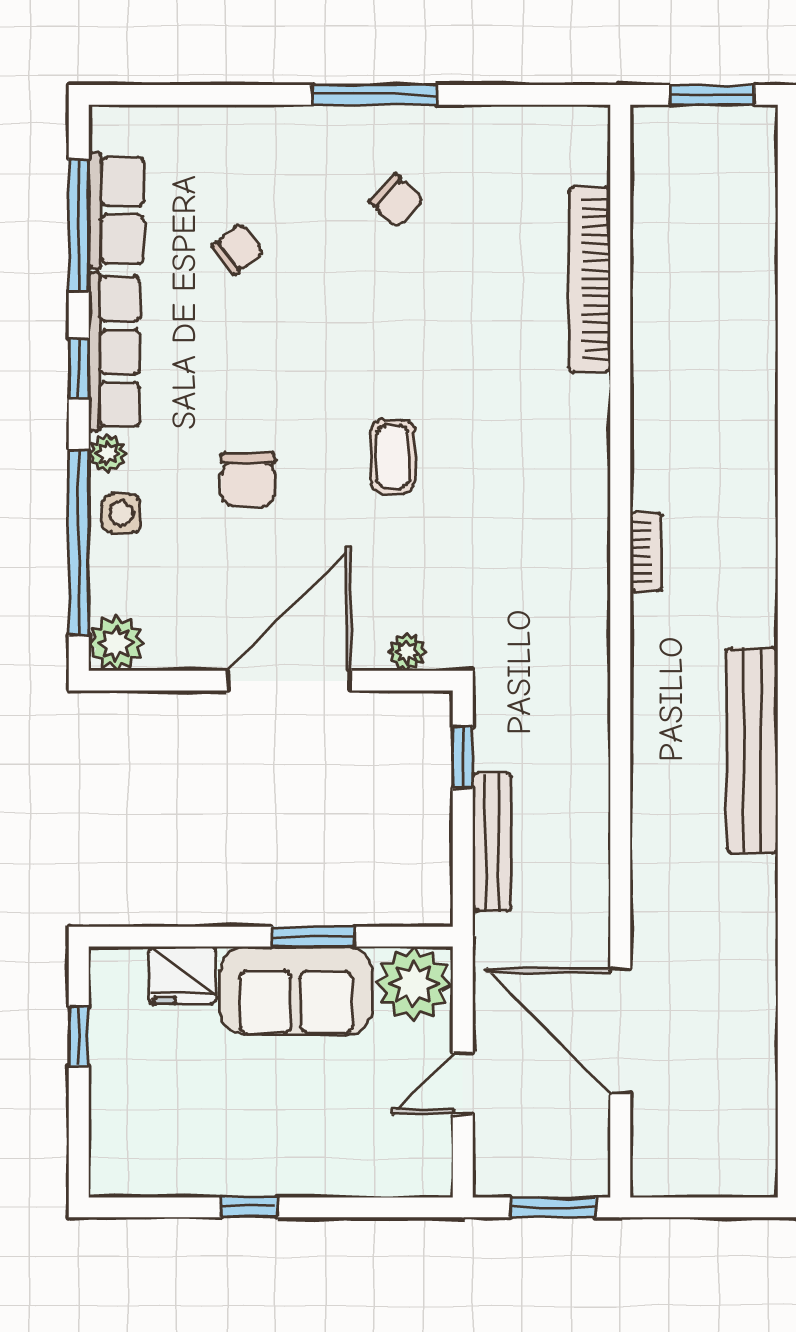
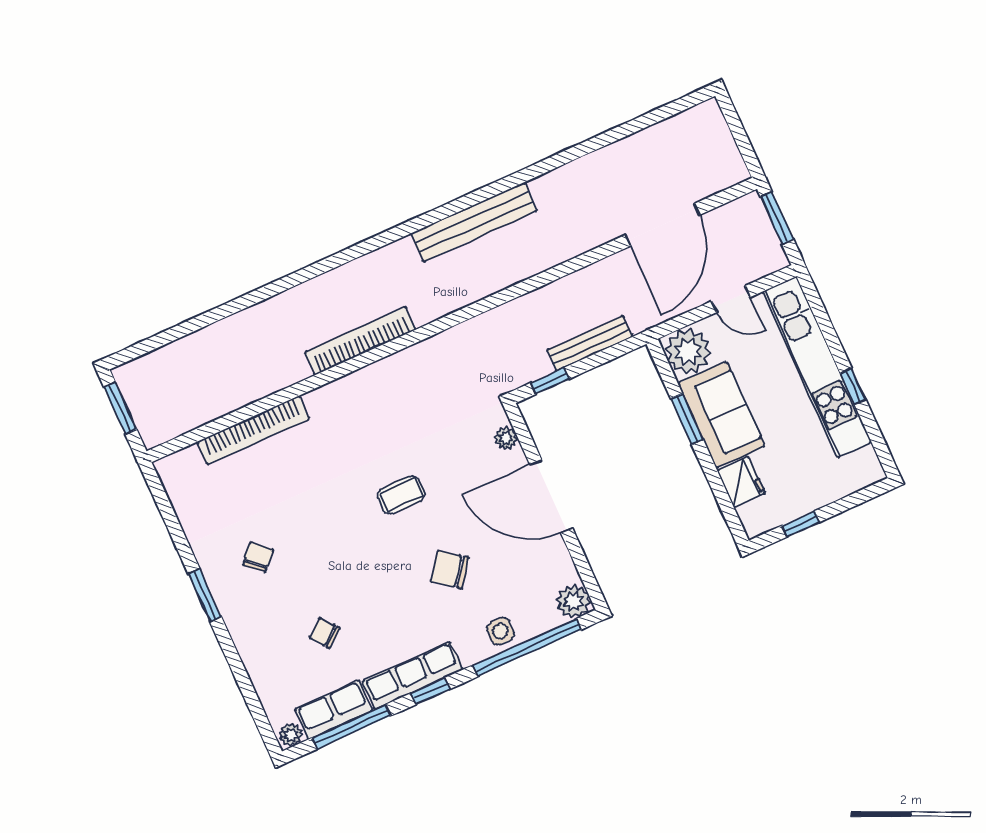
window: (375, 95) -> (205, 595), width x0.69
plant: (108, 454) -> (291, 735), moved
chair: (248, 479) -> (450, 569), turned -143
bookcase: (646, 552) -> (360, 341), width x2.31, depth x1.31
kitchen unit: (303, 1167) -> (817, 367), added

